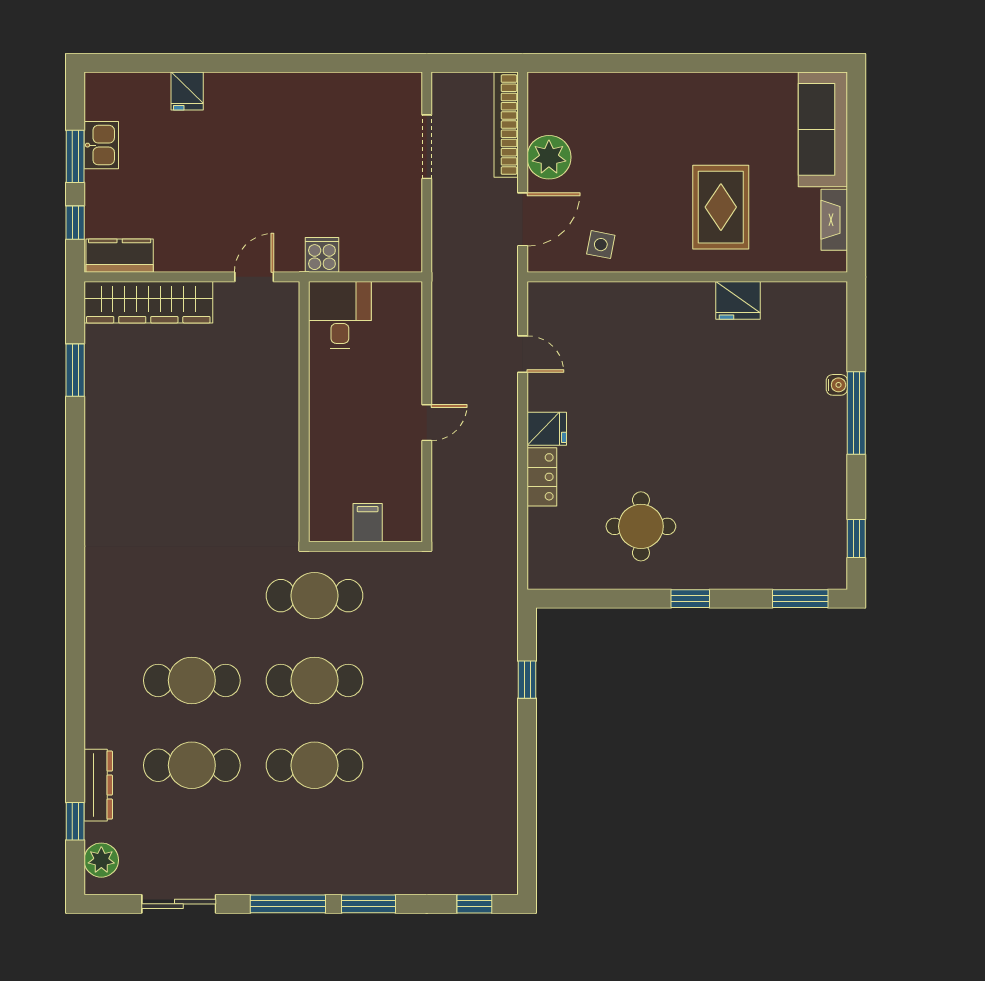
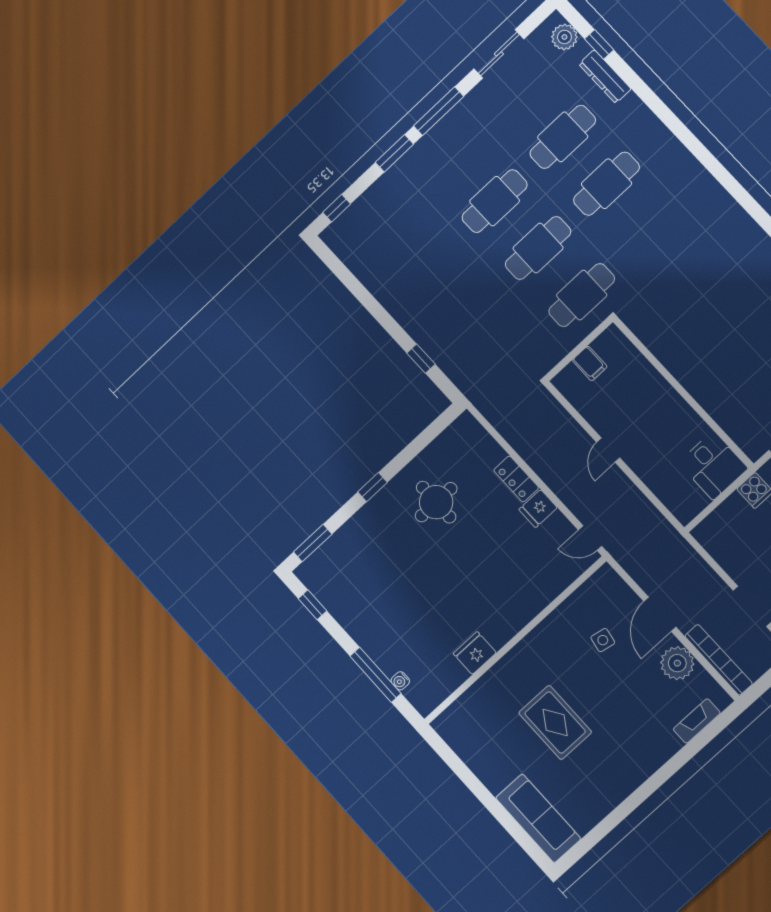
fireplace: (834, 220) -> (697, 721), moved, turned -90
wall: (687, 277) -> (515, 640), moved
fridge: (738, 300) -> (475, 653), moved

